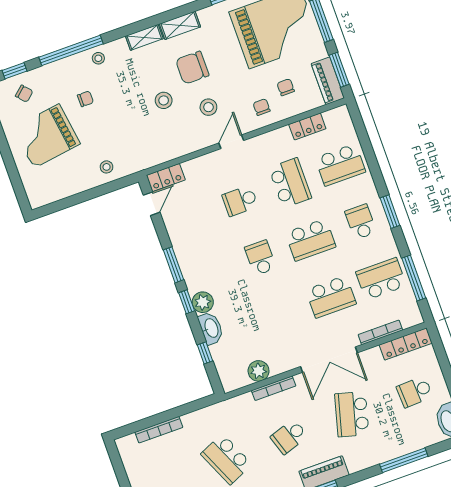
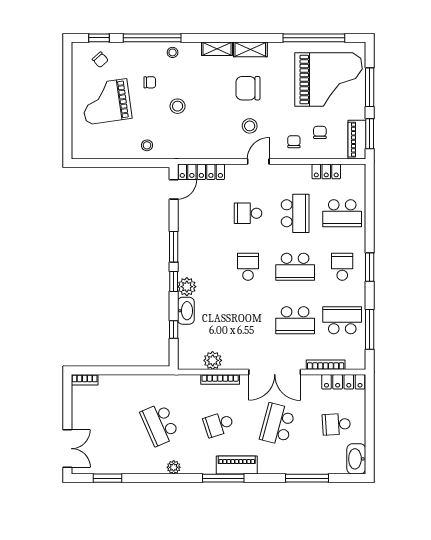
stool: (164, 100) -> (178, 106), moved
locker: (166, 178) -> (201, 172), width x1.53
bookcase: (159, 430) -> (85, 380), moved, width x0.64

